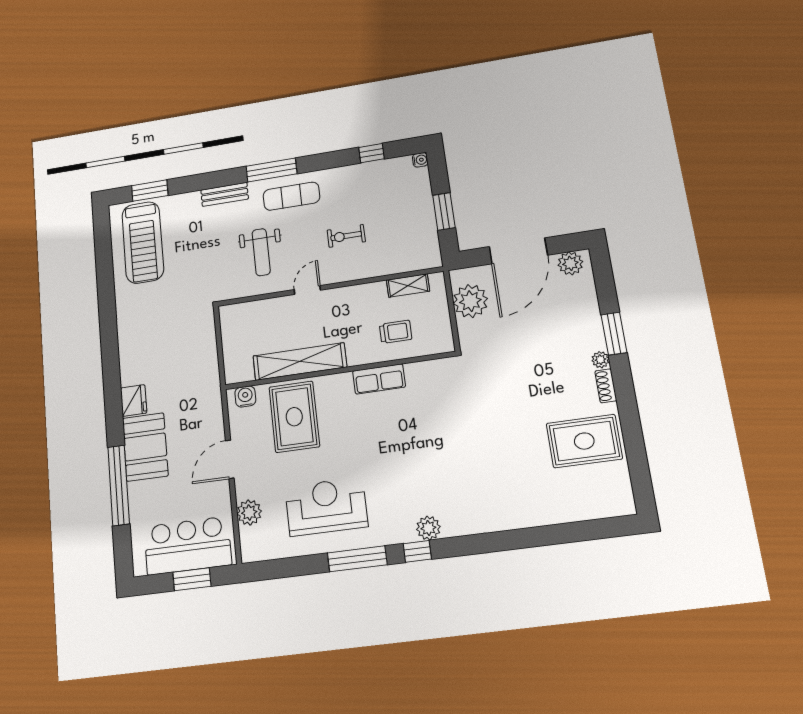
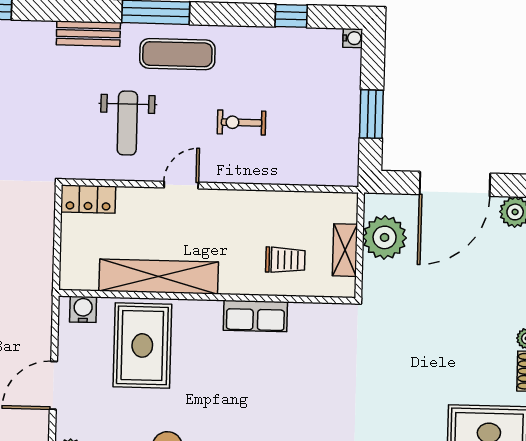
shelving: (408, 286) -> (345, 250), moved, turned 90
locker: (239, 313) -> (88, 199), added

